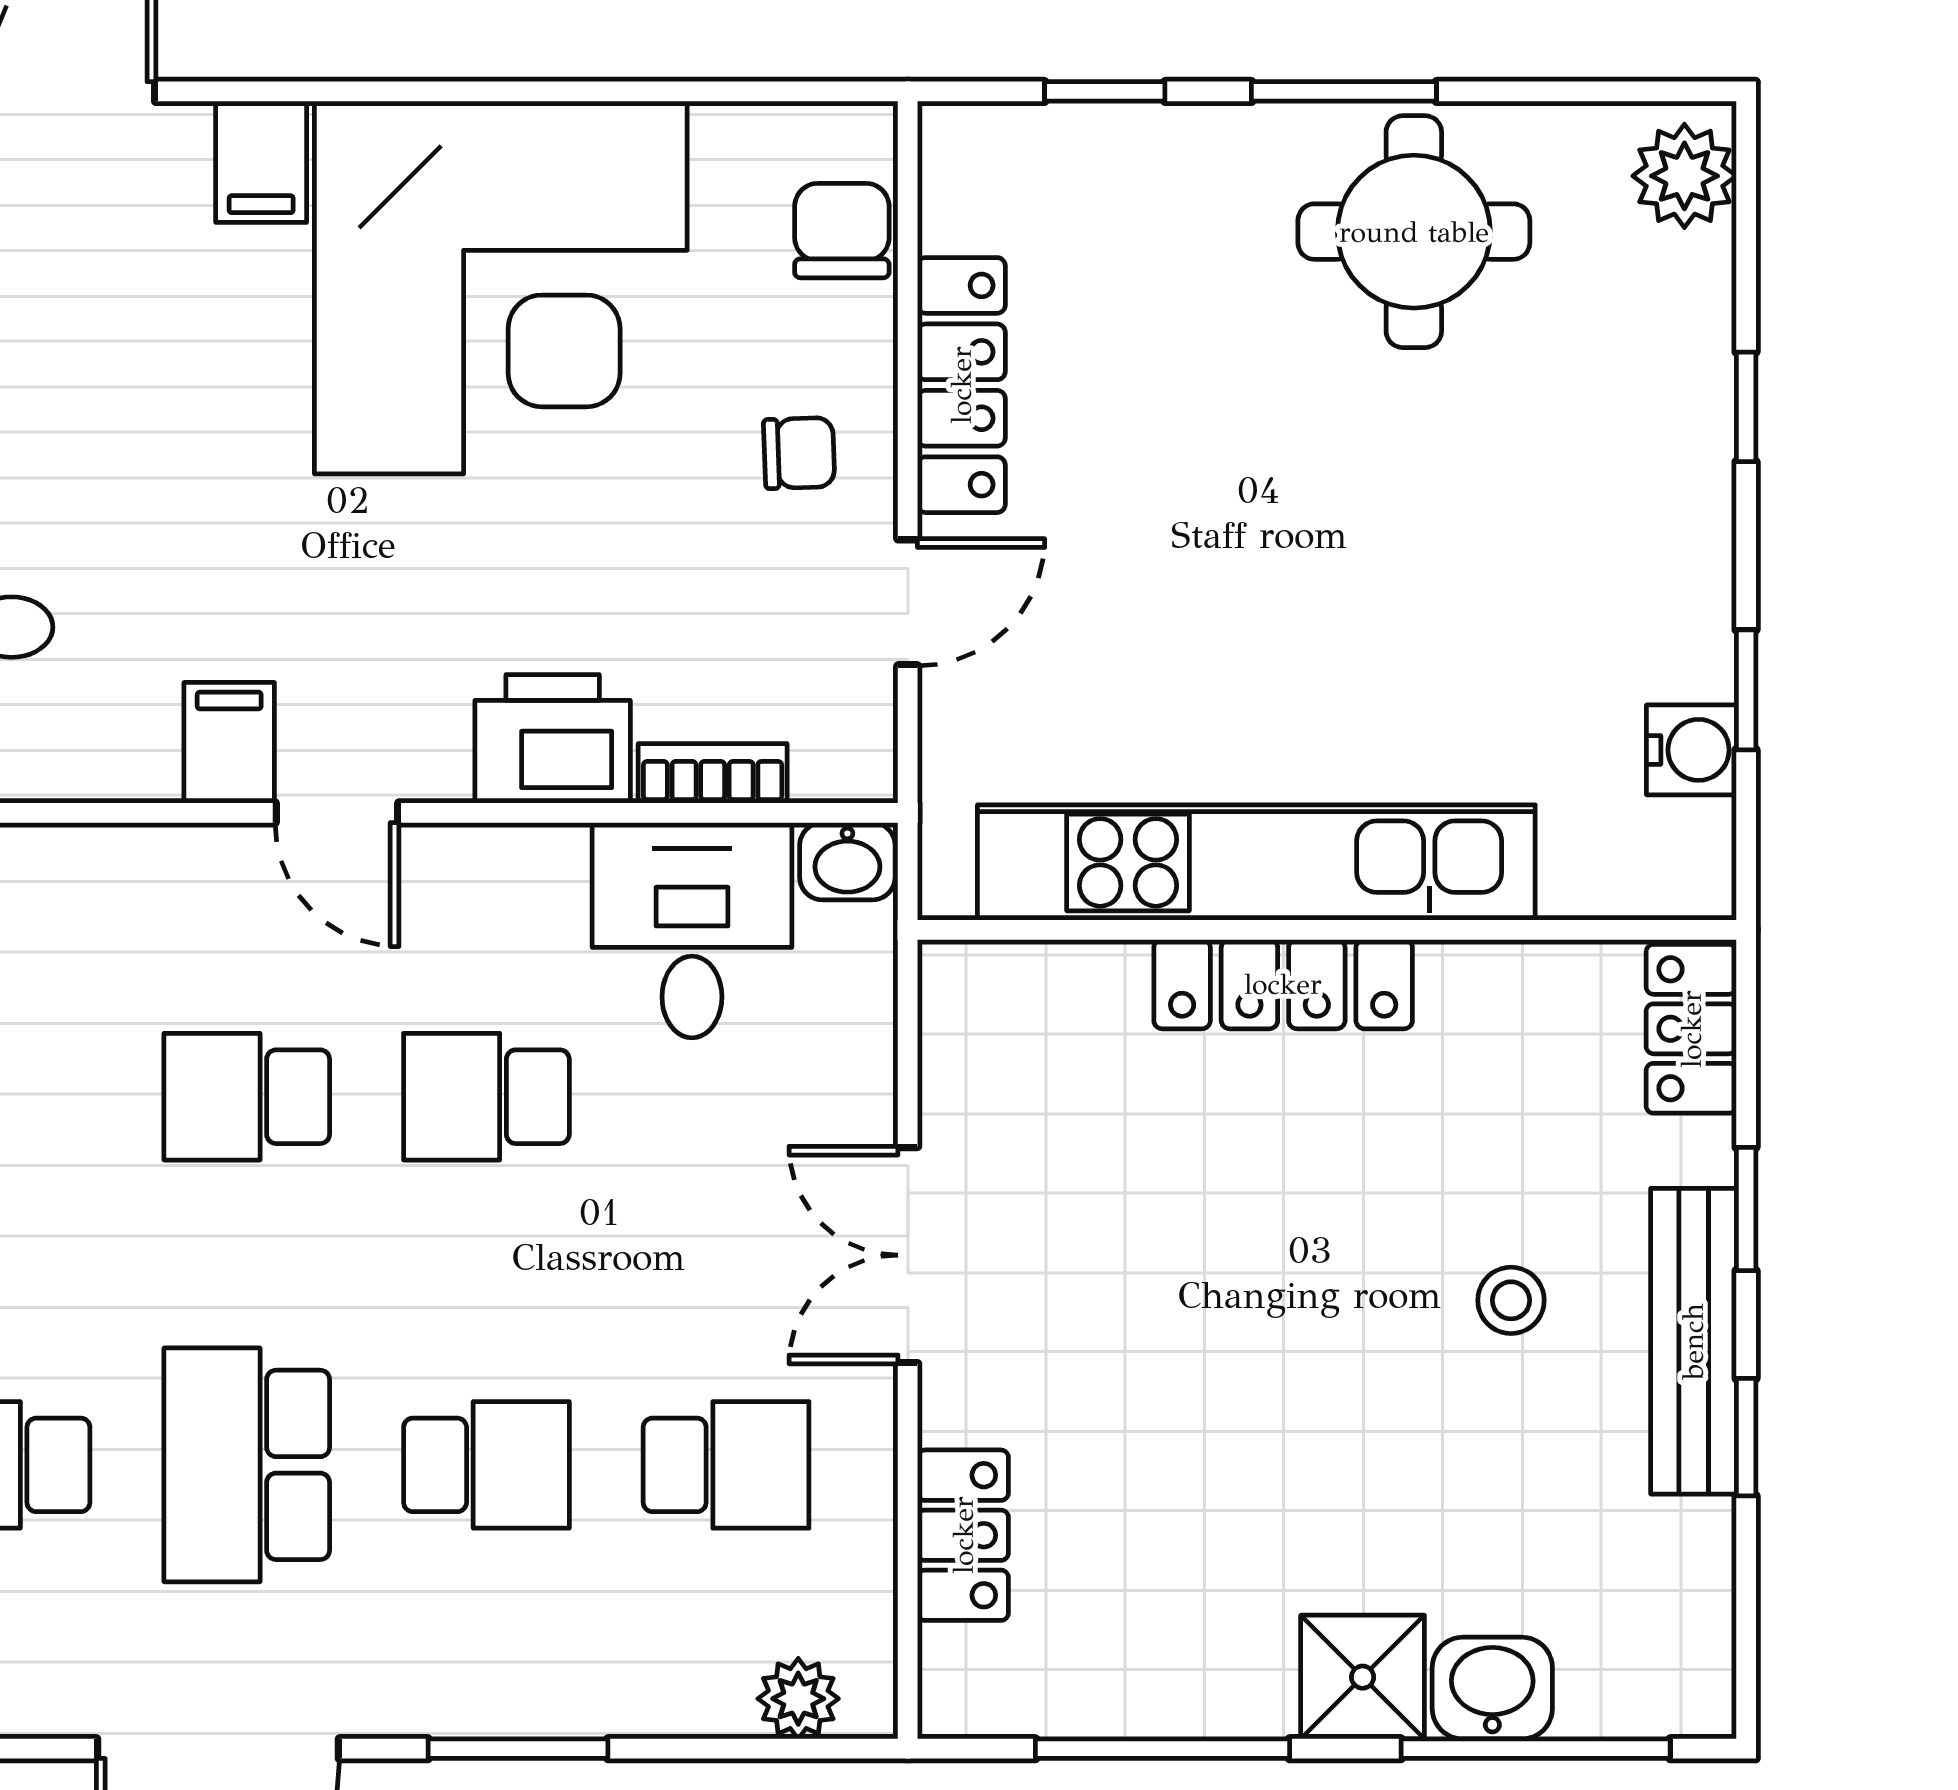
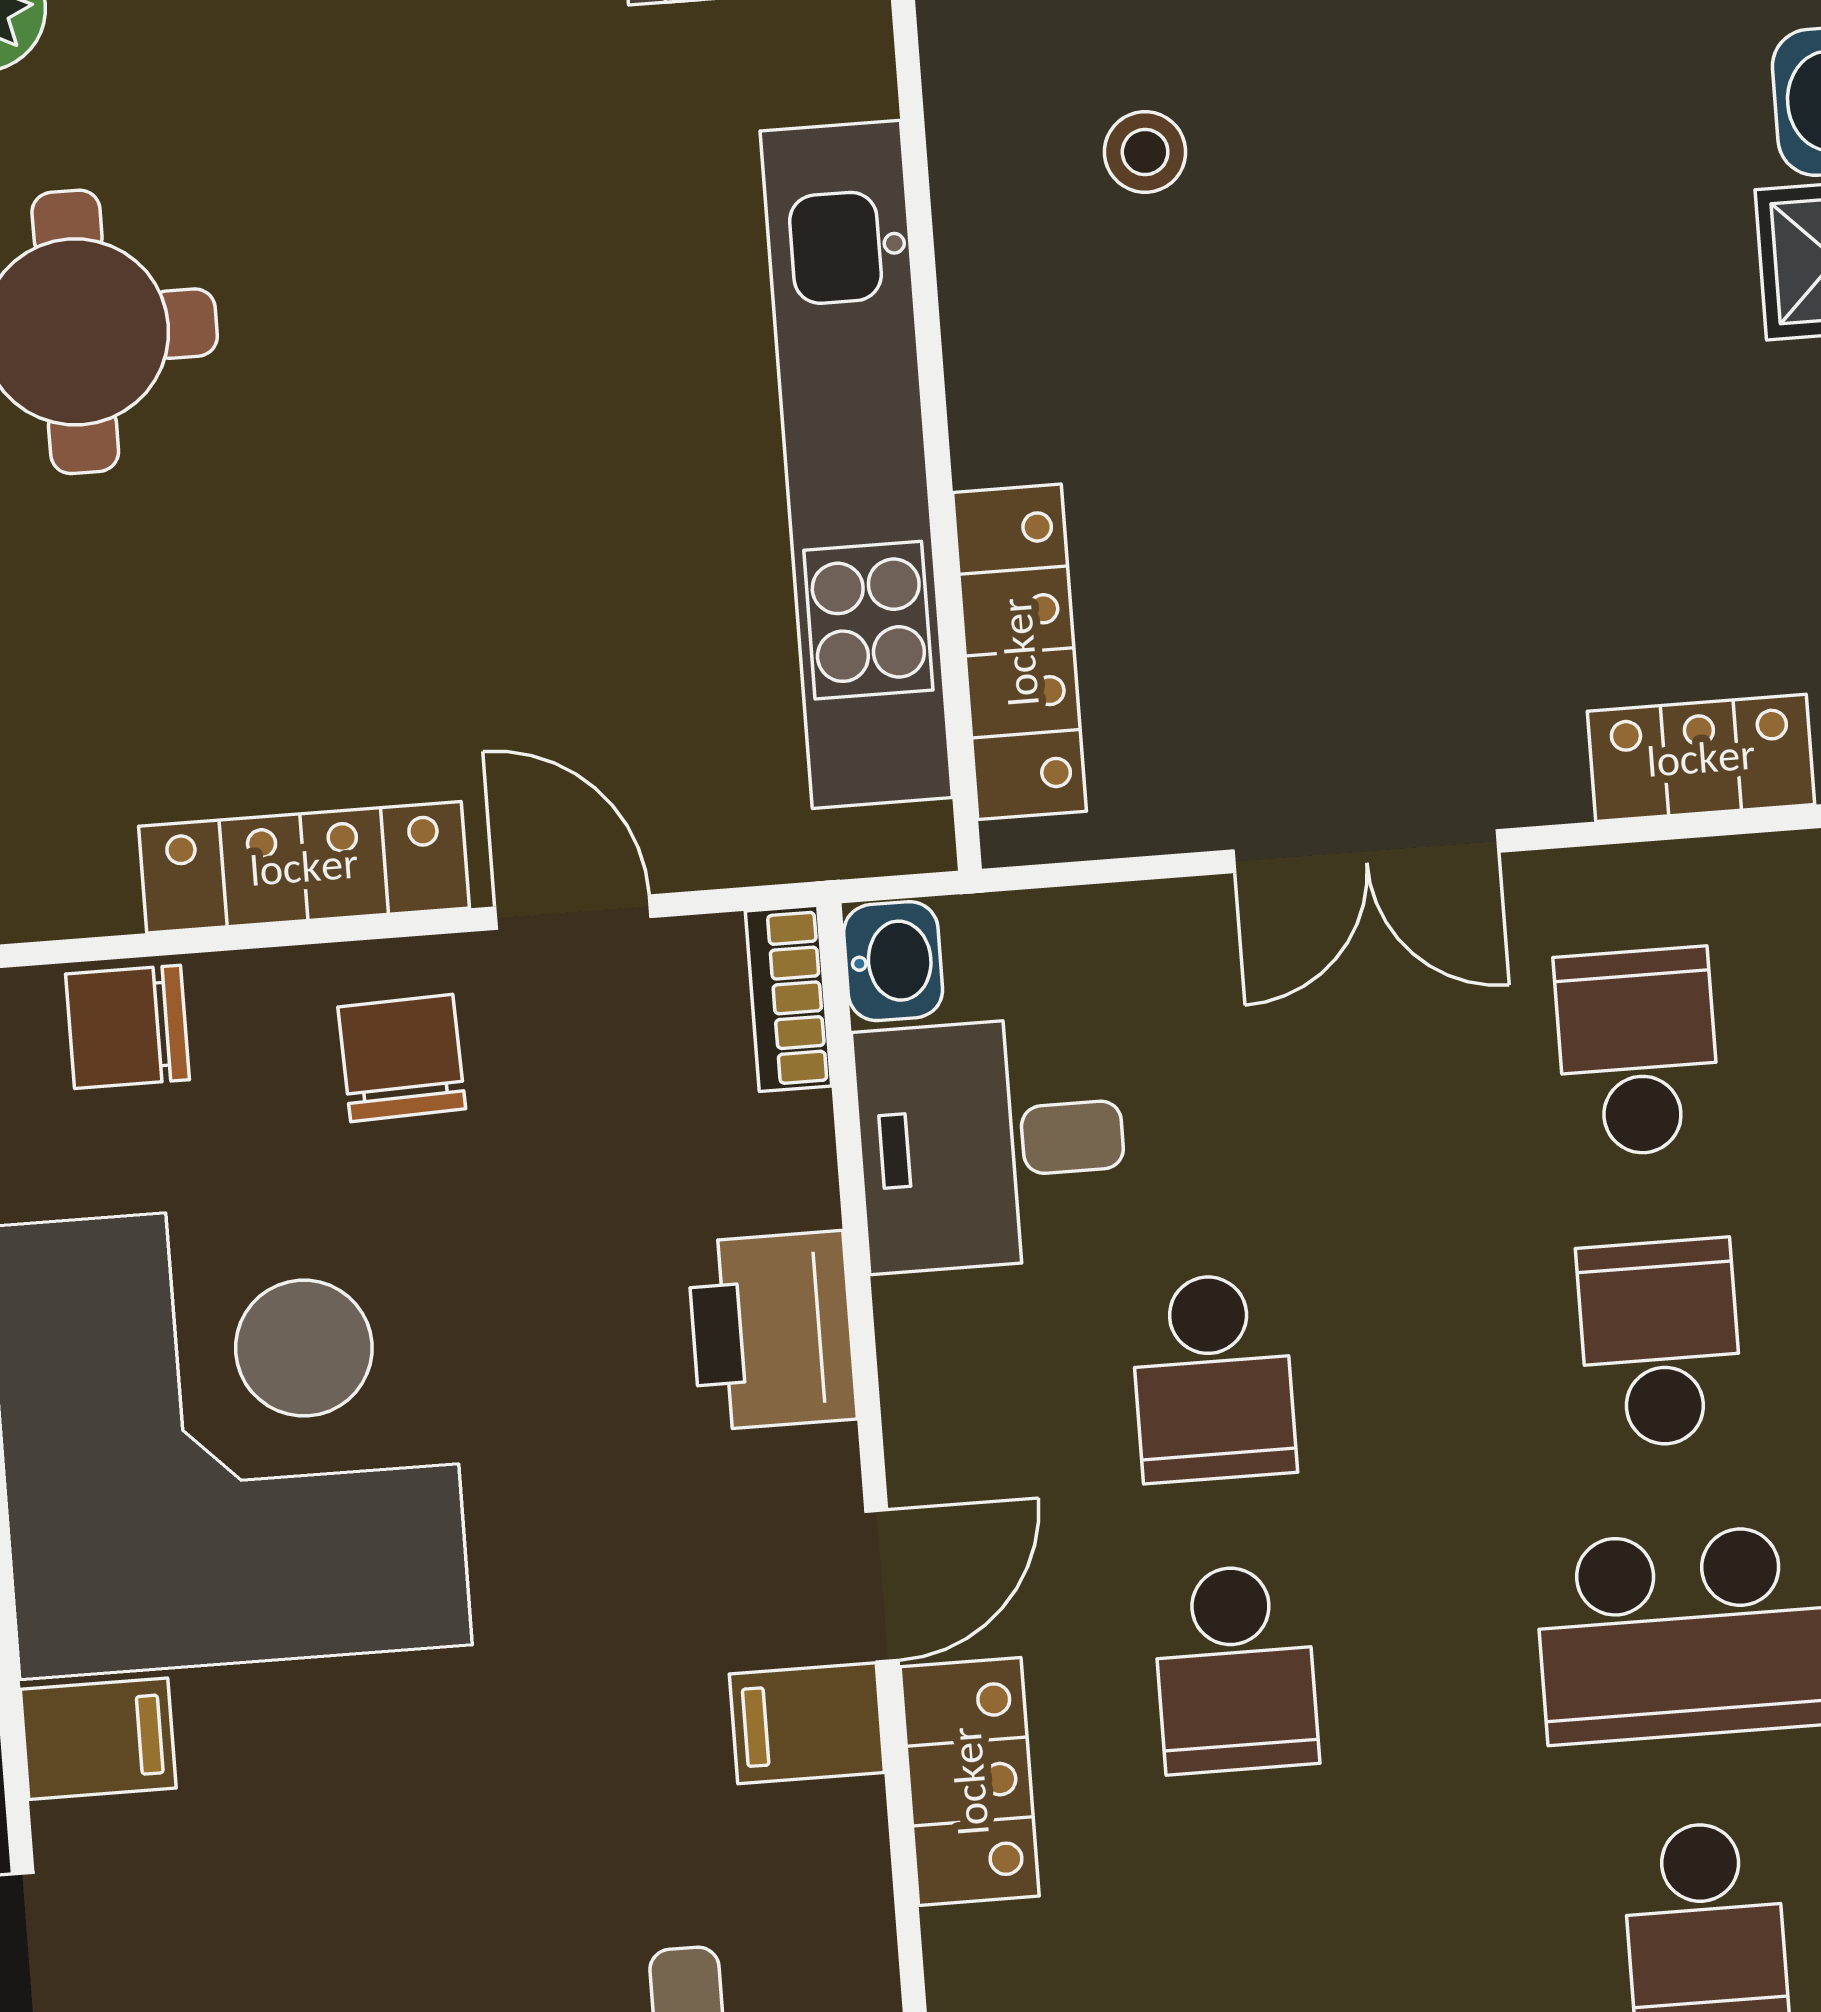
chair: (799, 453) -> (402, 1058), width x1.37, depth x1.37
bookcase: (713, 773) -> (789, 998), moved
locker: (171, 872) -> (970, 1781), added
locker: (1283, 984) -> (1020, 652), moved
stool: (1511, 1300) -> (1145, 152), moved

